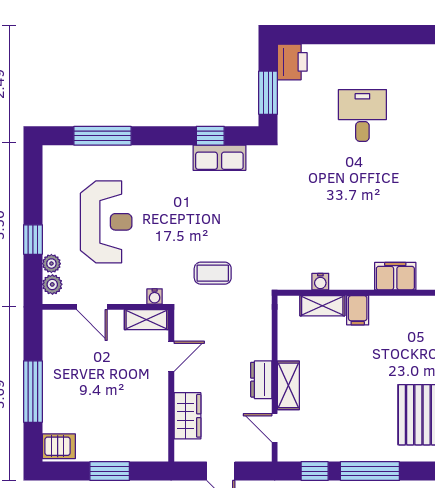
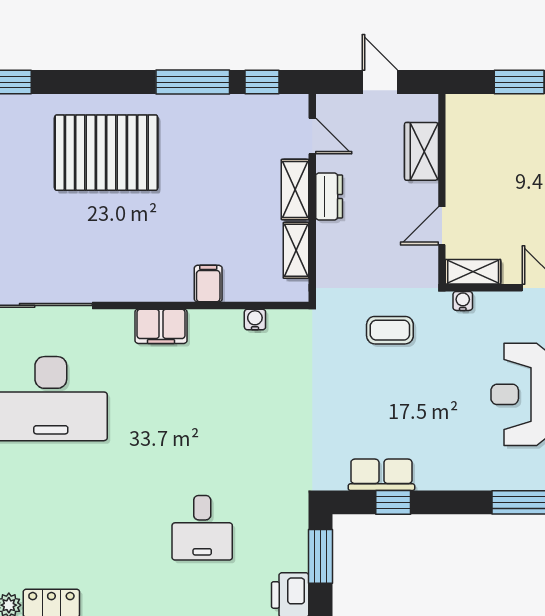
shelving: (322, 306) -> (296, 250), moved, turned 90

